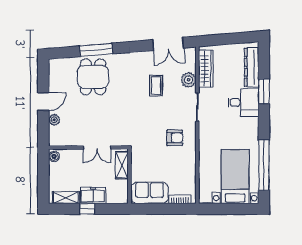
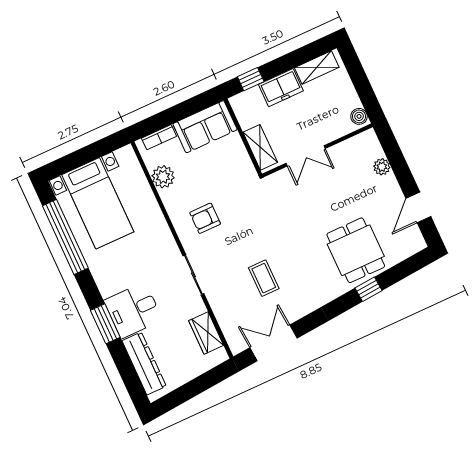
window: (96, 50) -> (368, 289), width x0.46
wardrobe: (206, 68) -> (206, 333), width x0.67
plant: (189, 80) -> (163, 177), moved
window: (264, 91) -> (105, 324), moved
door: (43, 101) -> (418, 207), moved
double door: (97, 148) -> (306, 156), swing flipped
window: (87, 209) -> (251, 79), moved

